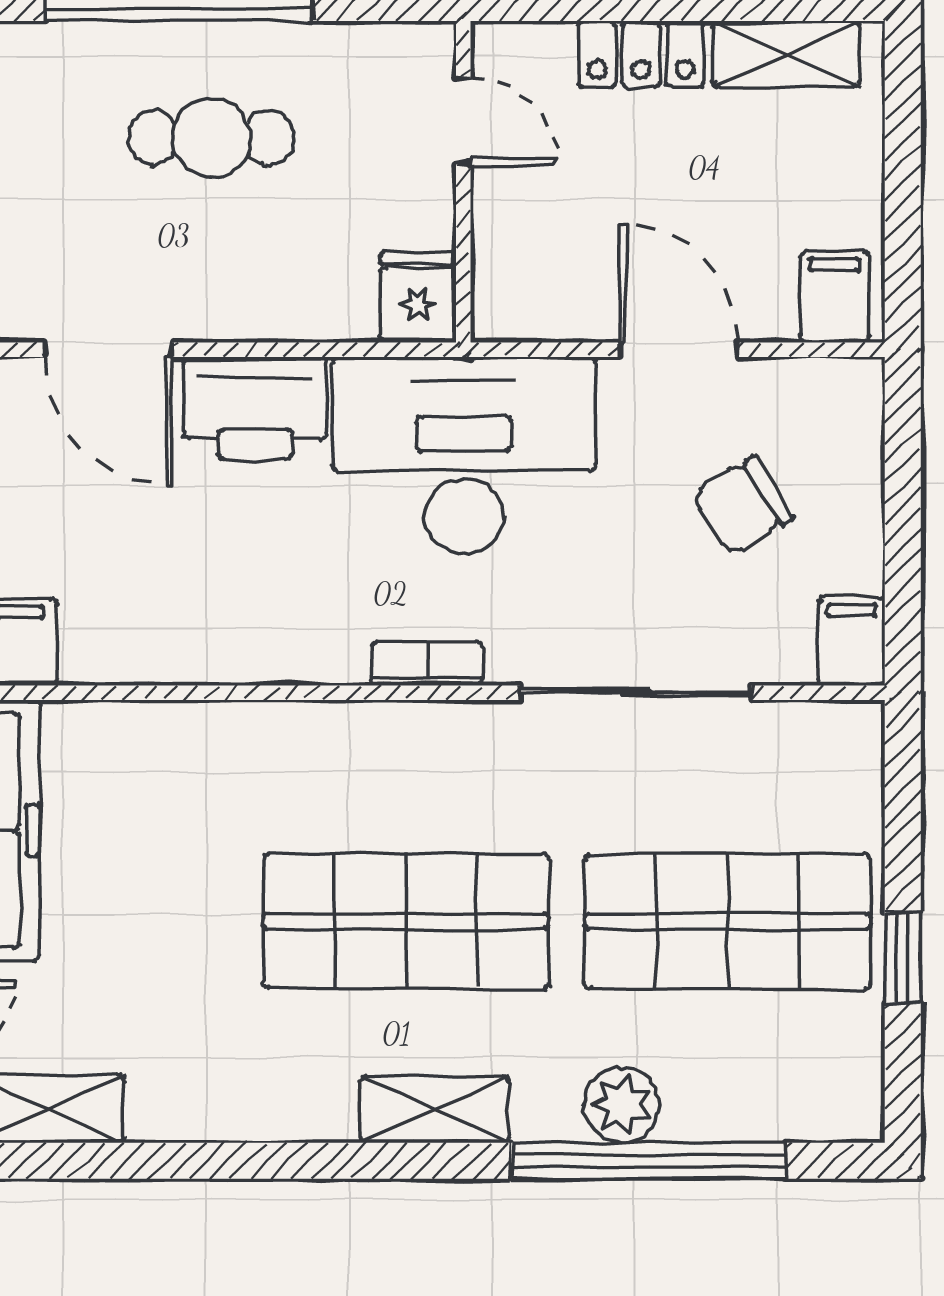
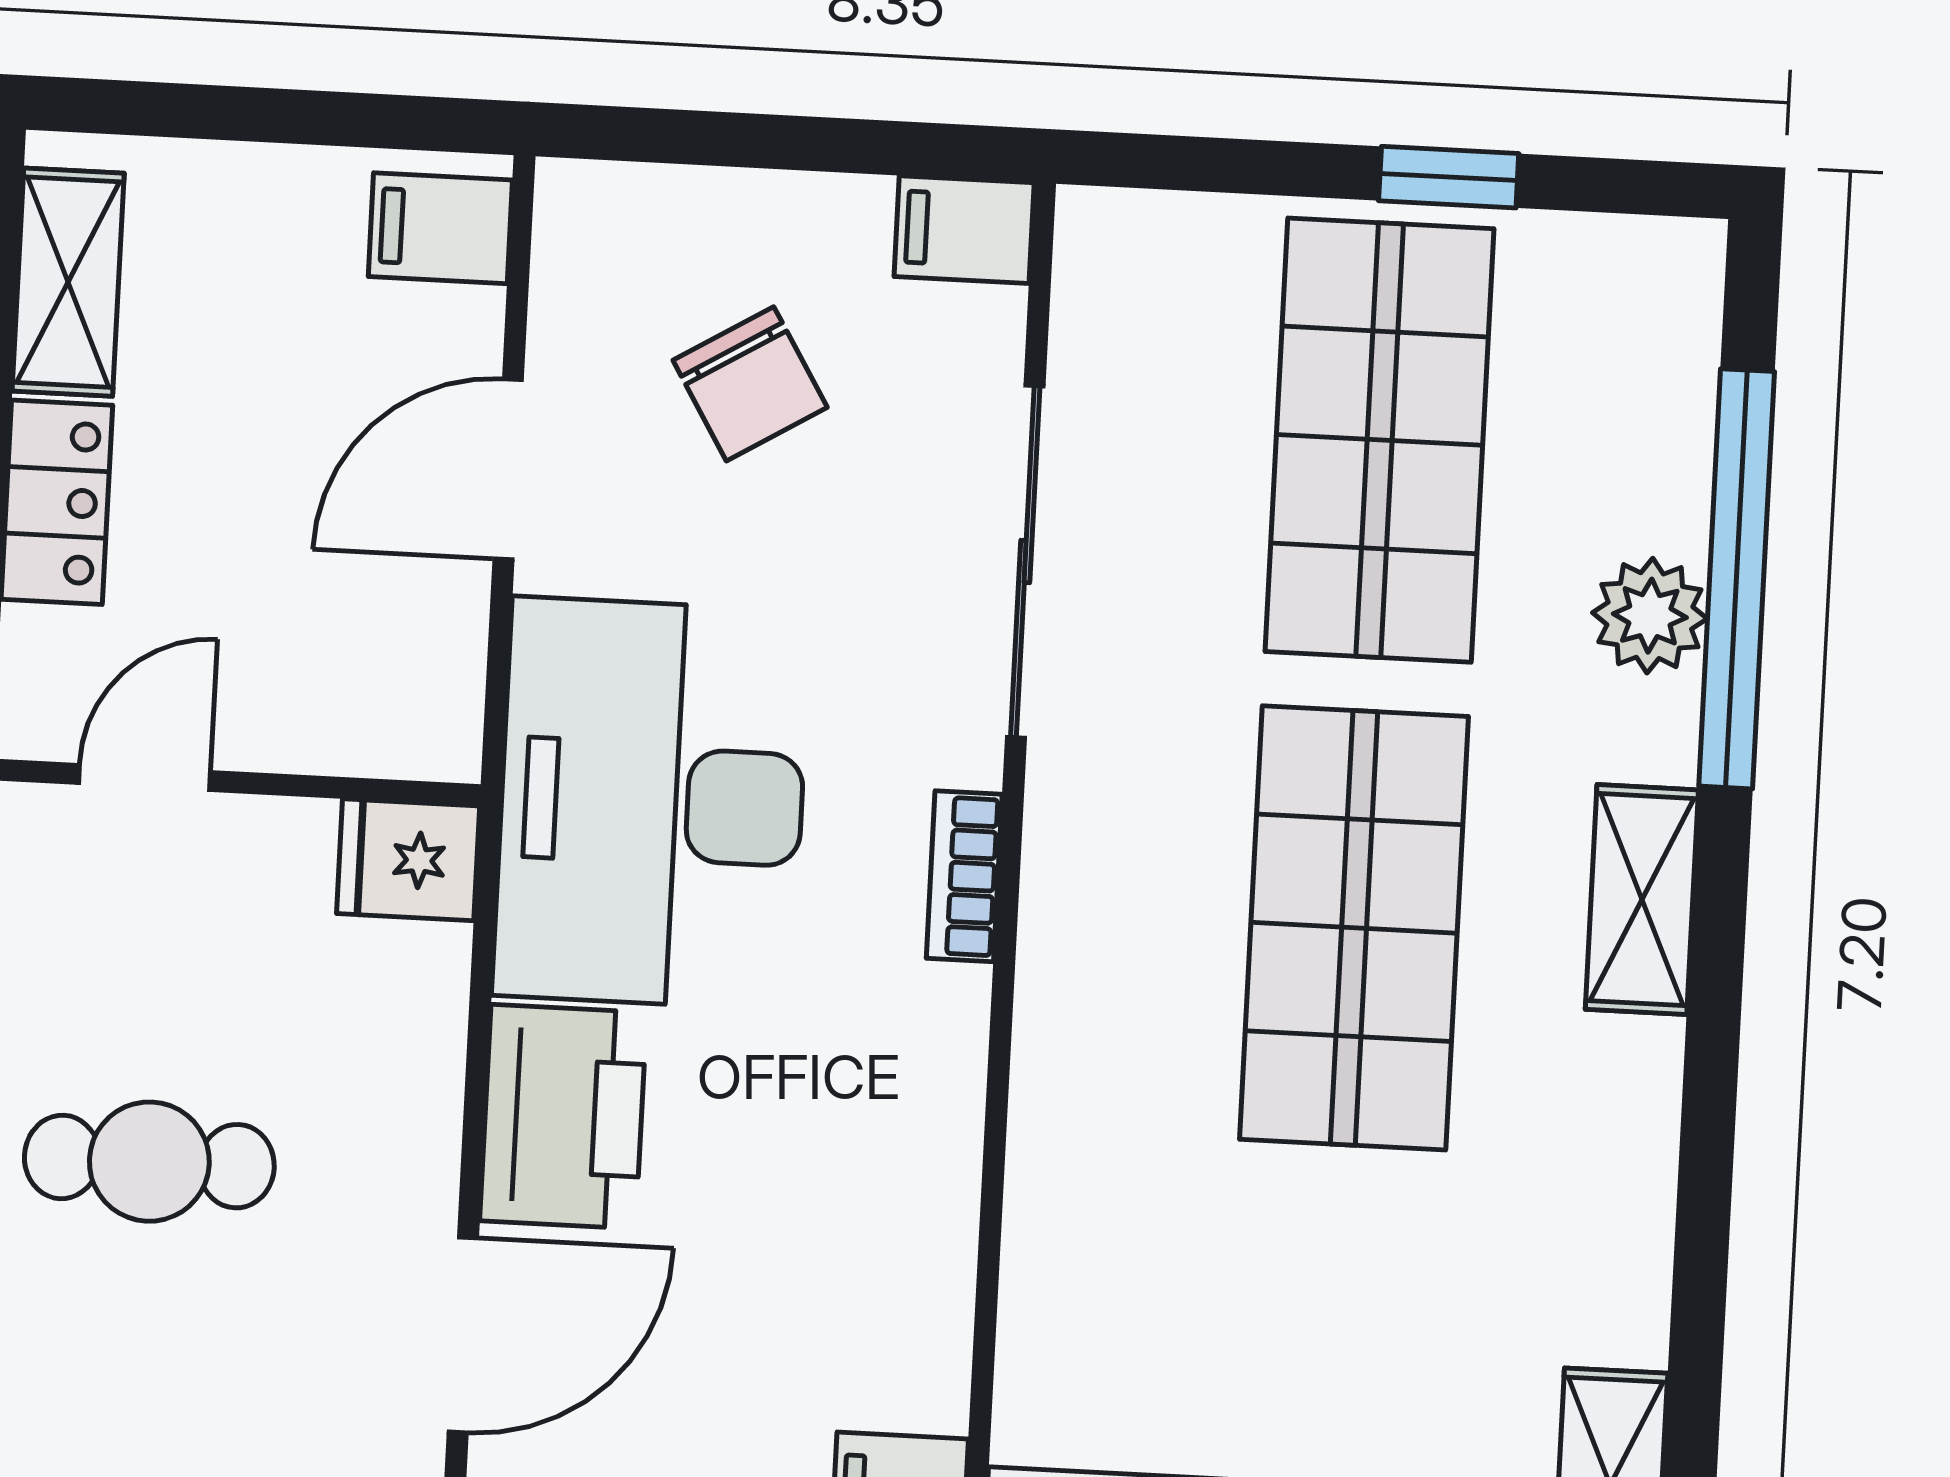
cafe table: (211, 138) -> (149, 1162), turned 90

